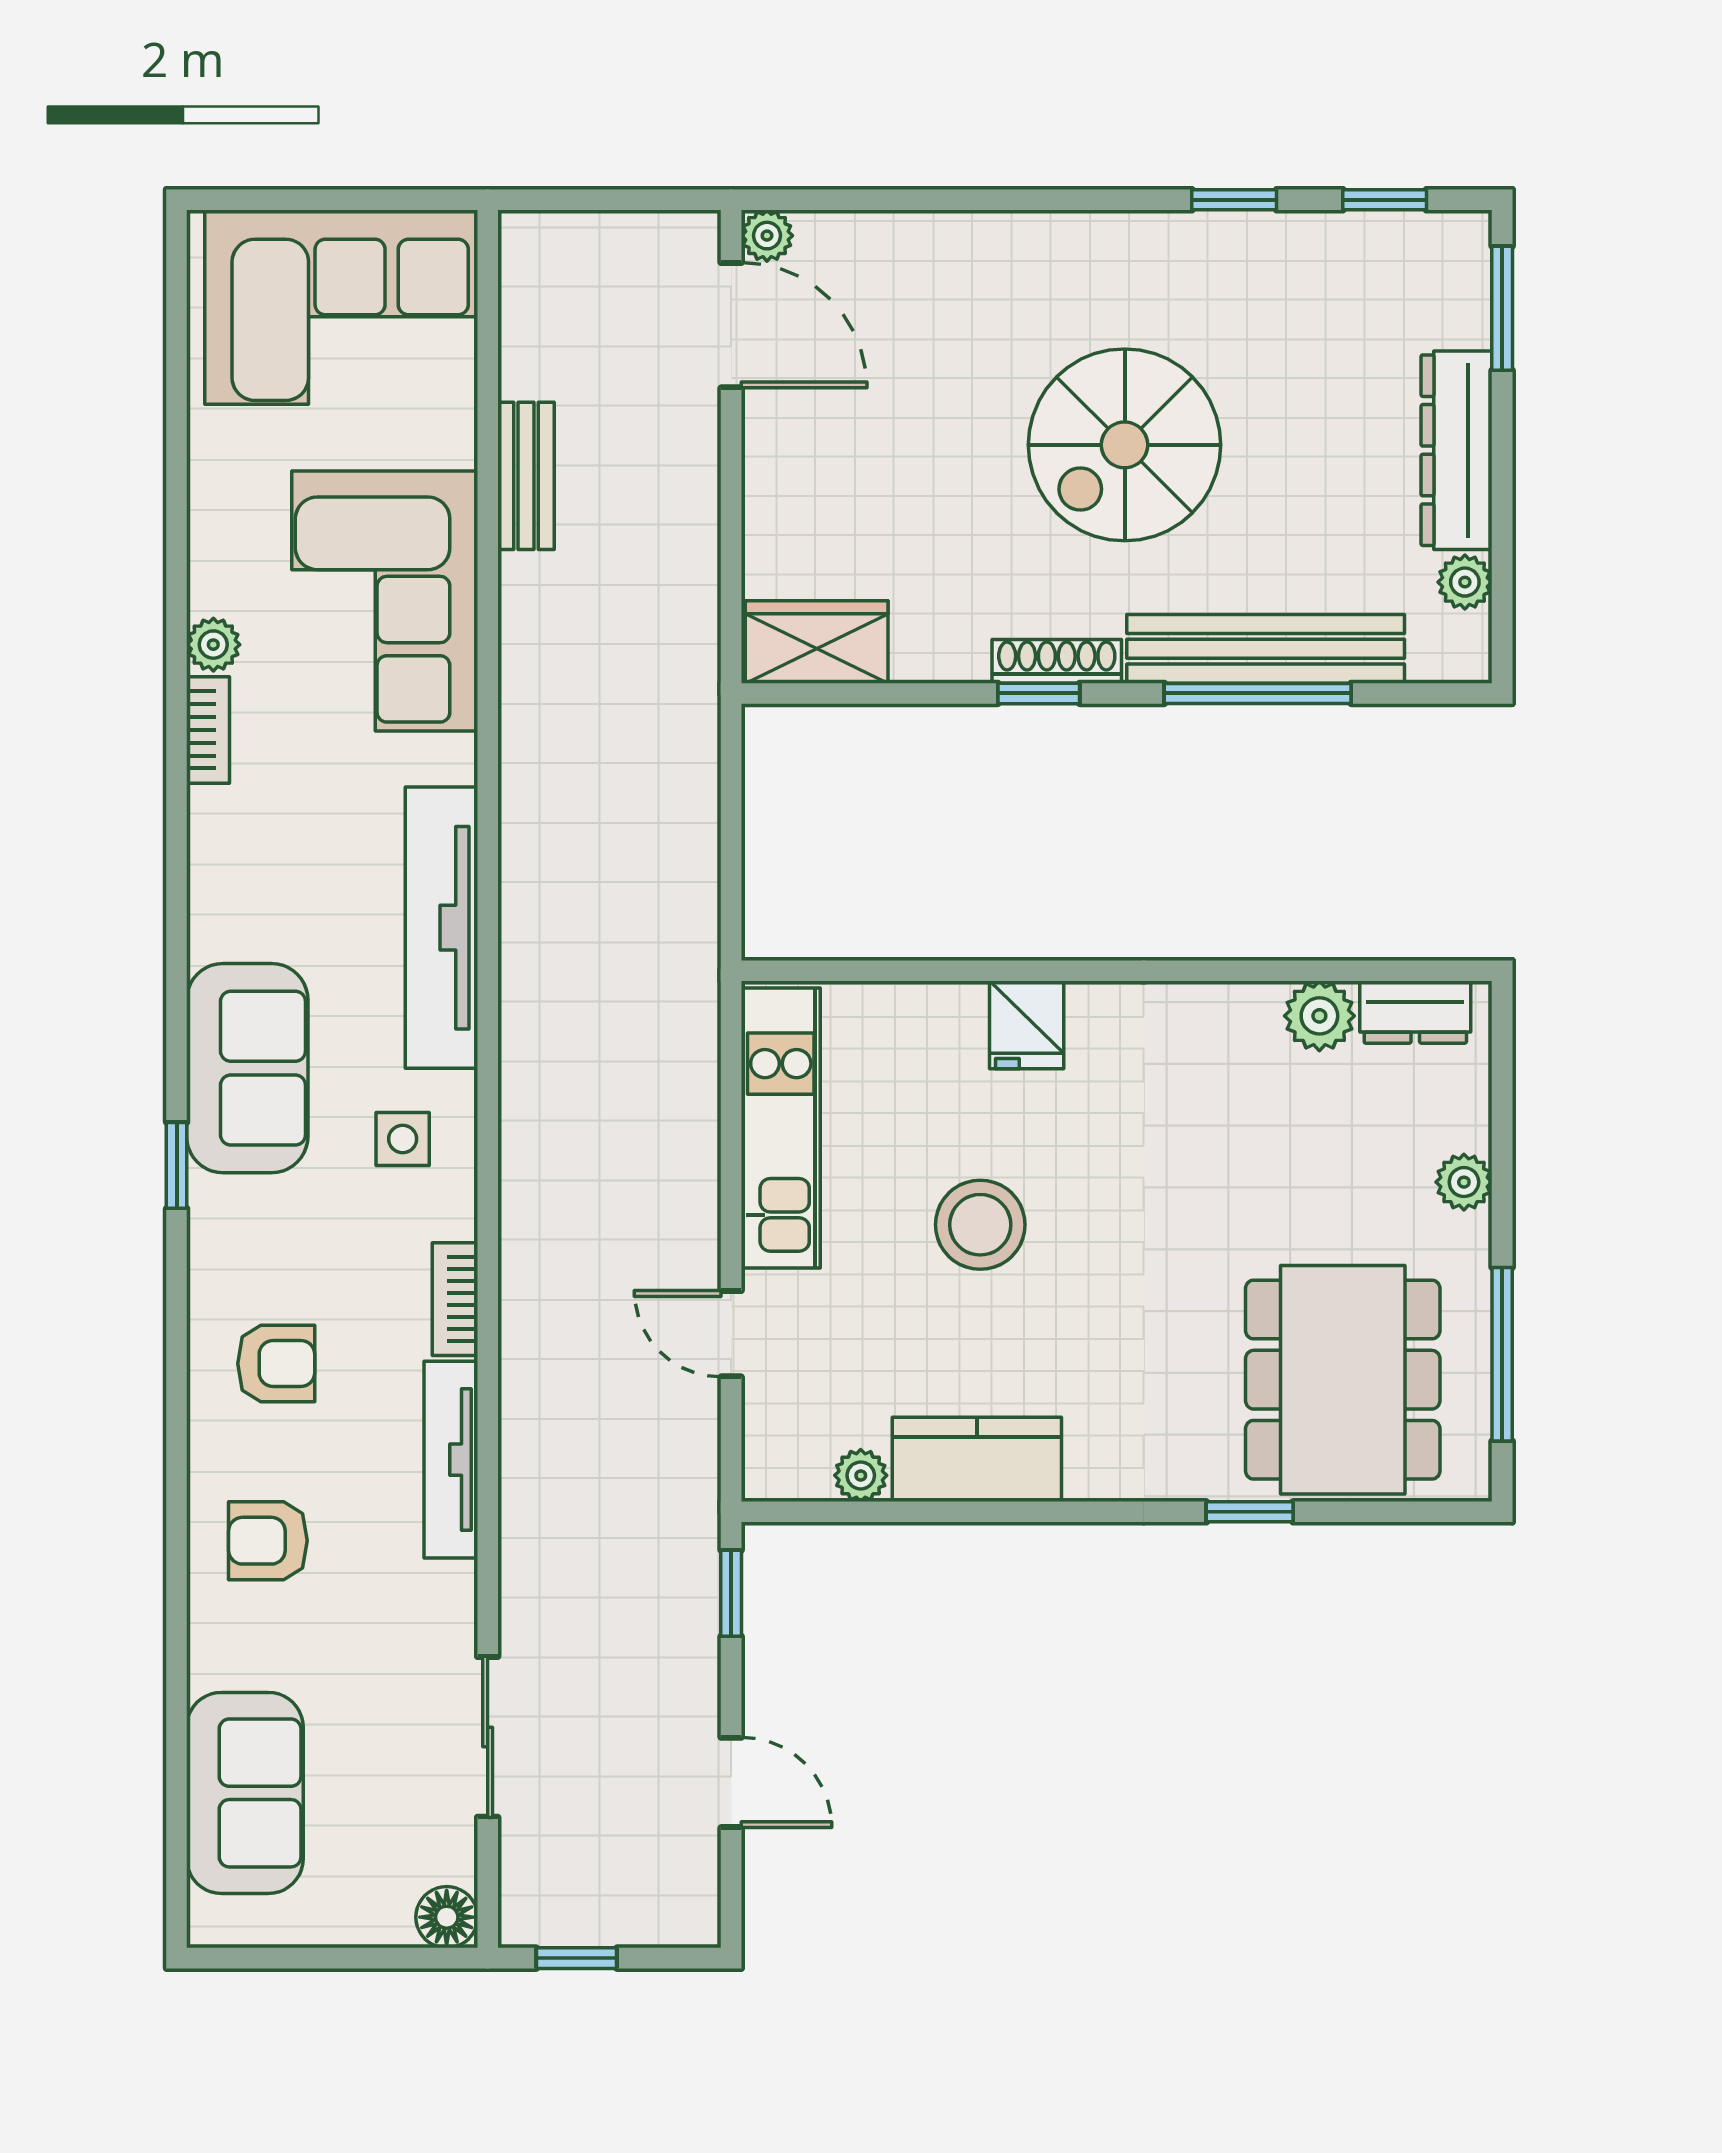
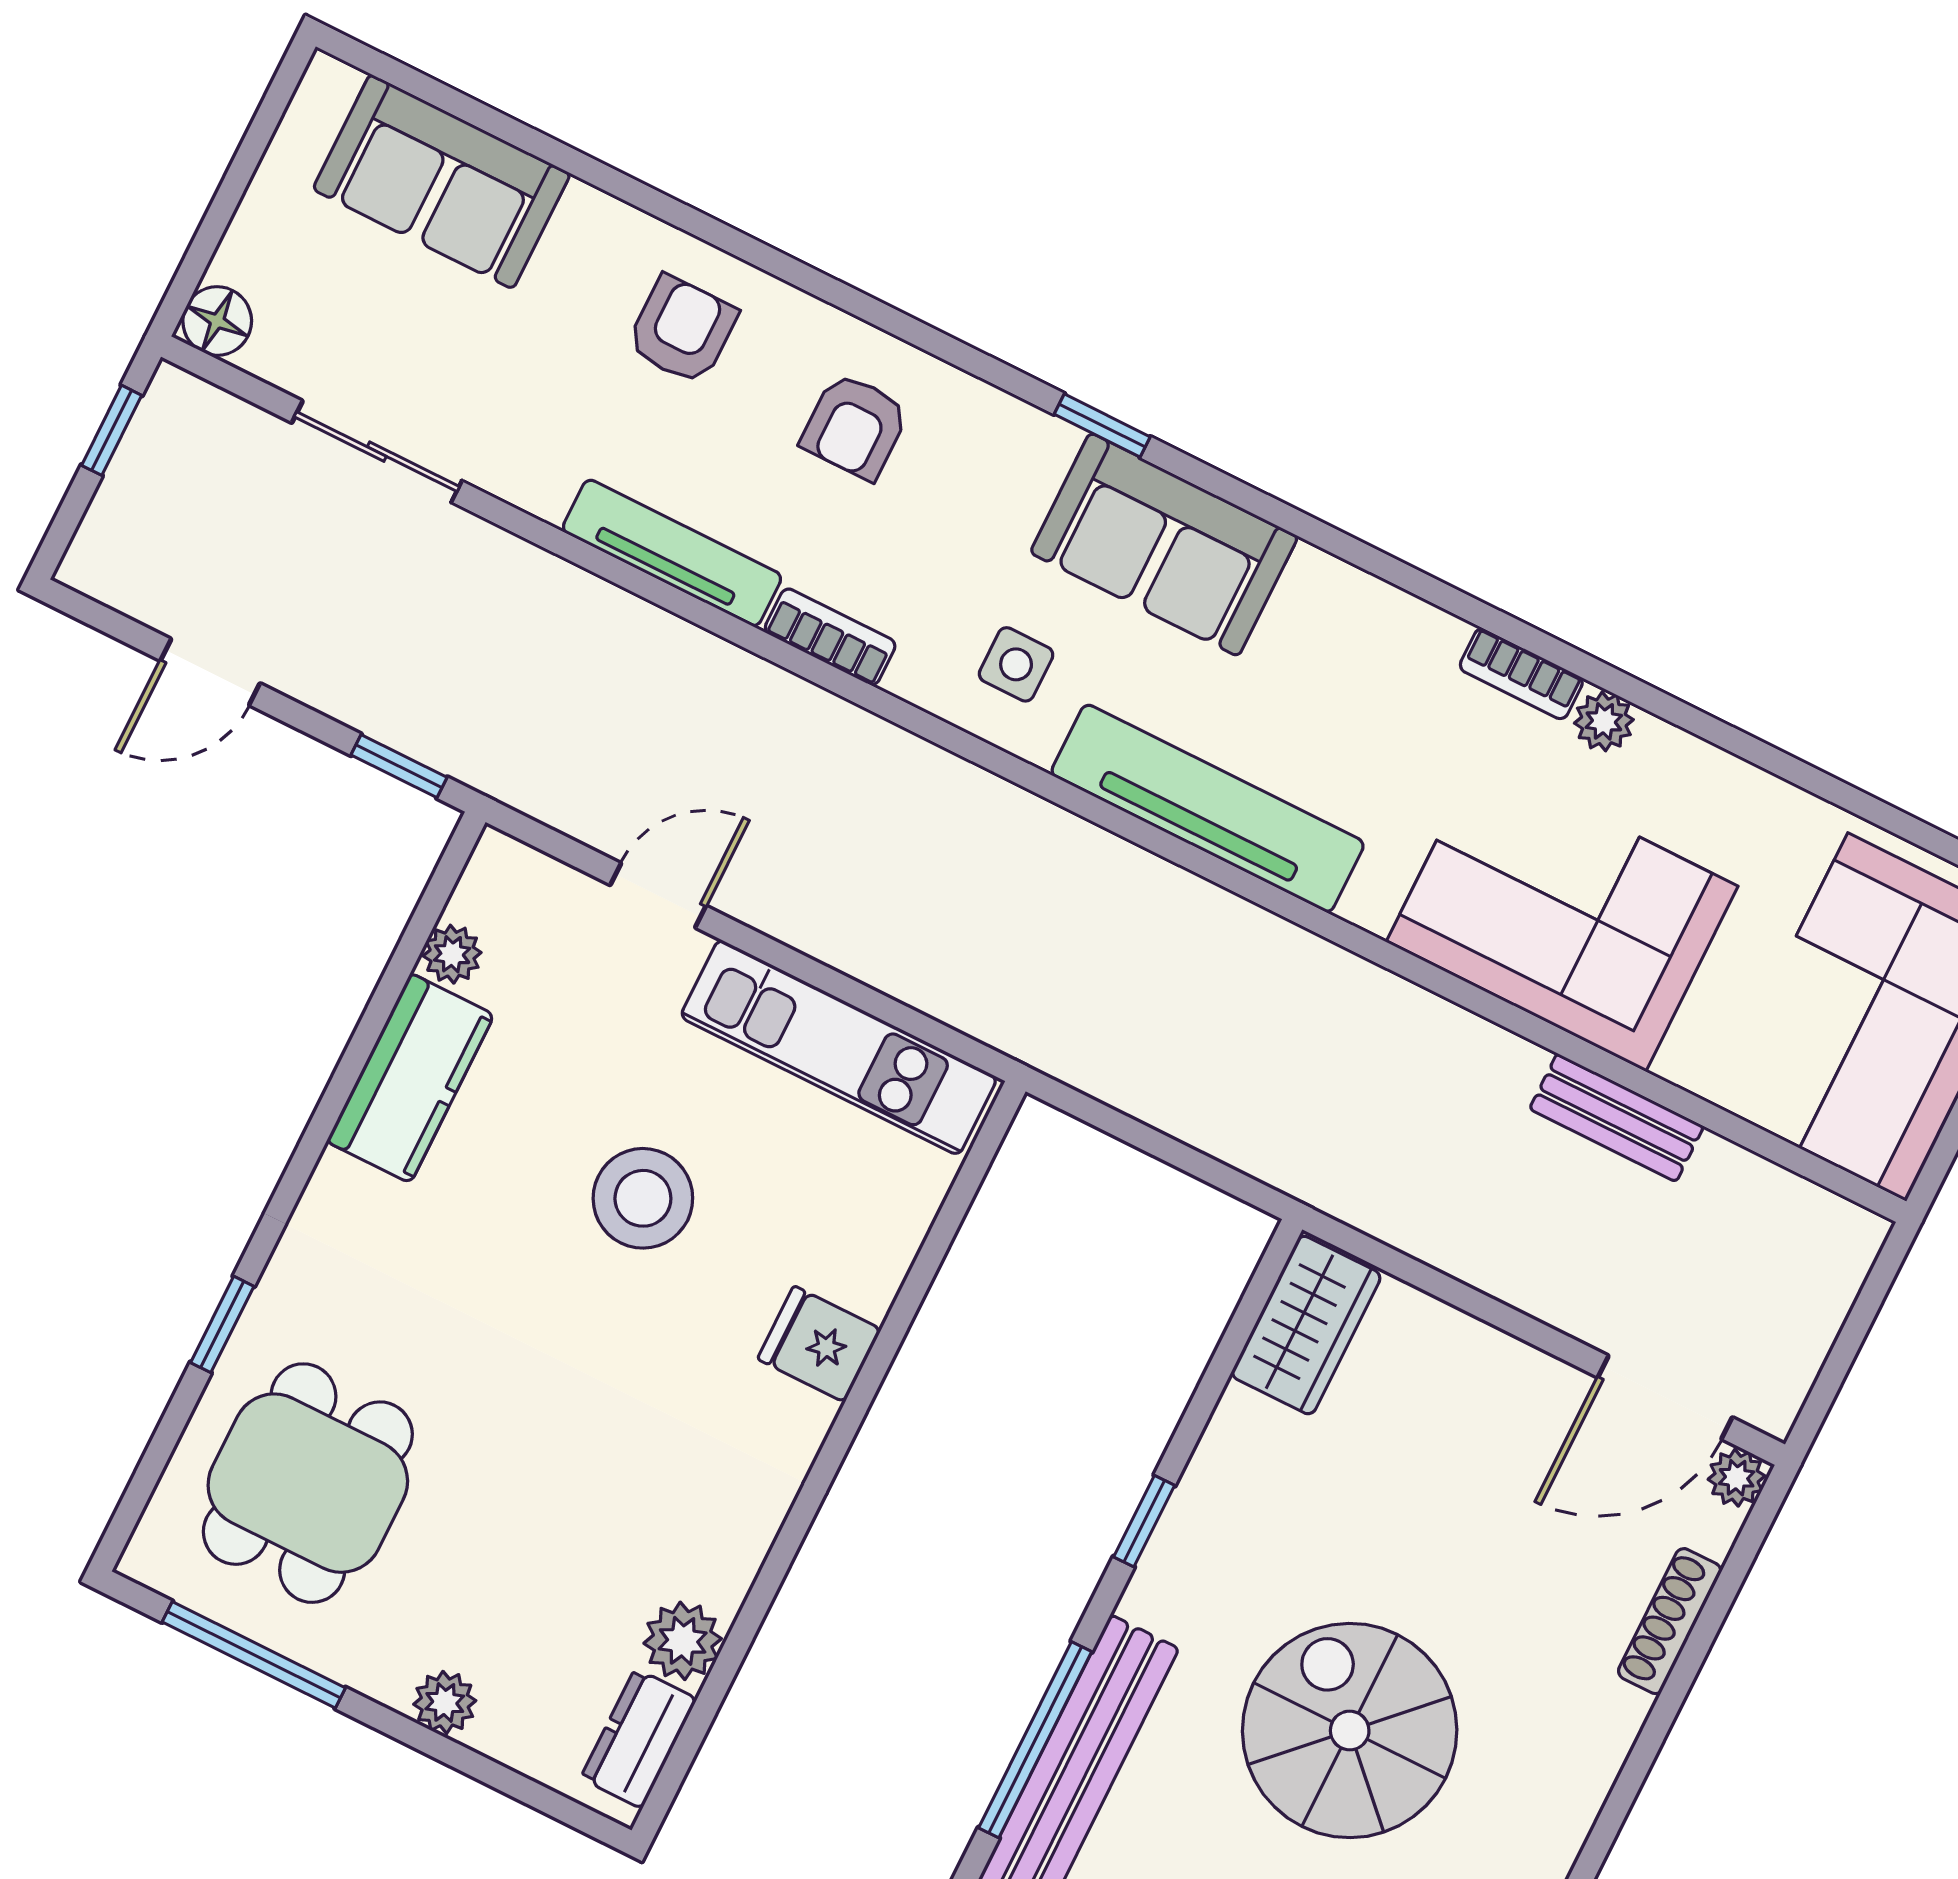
shoe rack: (1057, 661) -> (1670, 1621), moved, turned 180
dining table: (1343, 1380) -> (308, 1483), width x0.73

